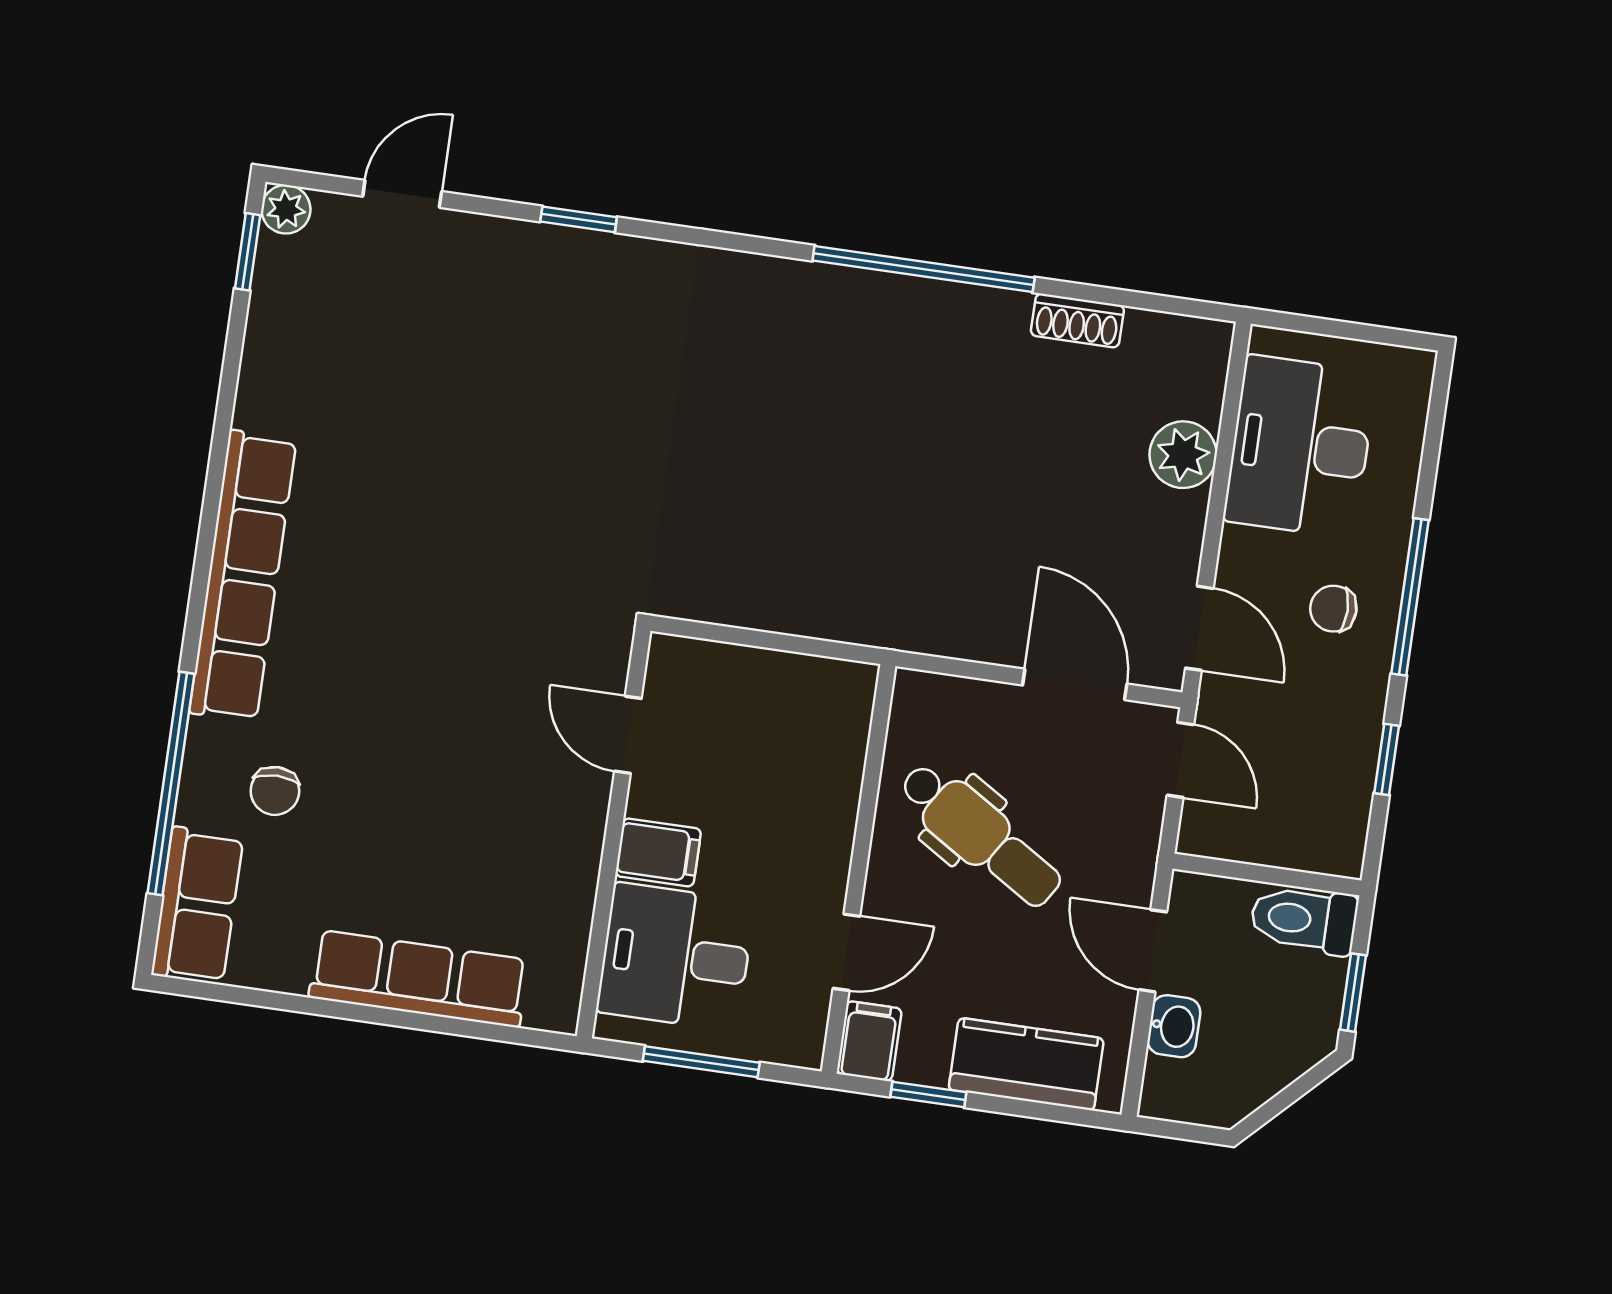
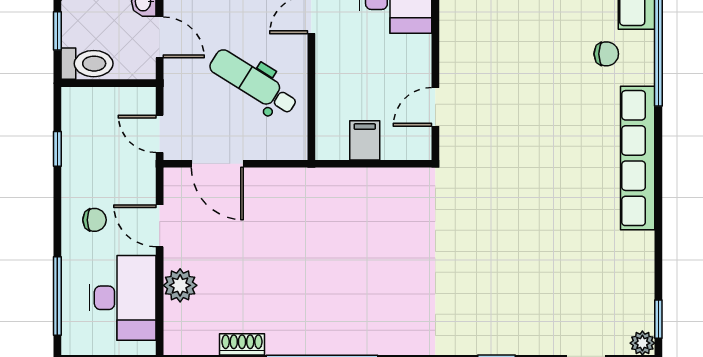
window: (1410, 597) -> (57, 296), moved
door: (1199, 628) -> (160, 226), moved
door: (628, 735) -> (435, 107), swing flipped
chair: (275, 791) -> (606, 54), turned 90
filing cabinet: (658, 852) -> (365, 140), moved, turned 90

